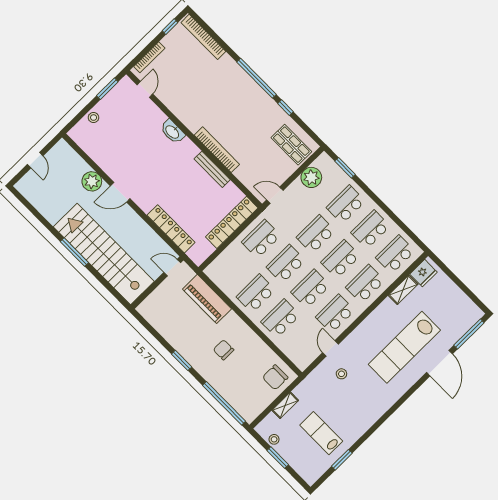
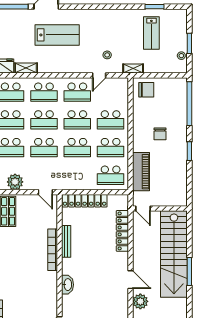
school desk: (261, 239) -> (111, 175), moved
lab bench: (404, 347) -> (57, 35), width x0.73
shelving: (285, 405) -> (133, 69), moved

